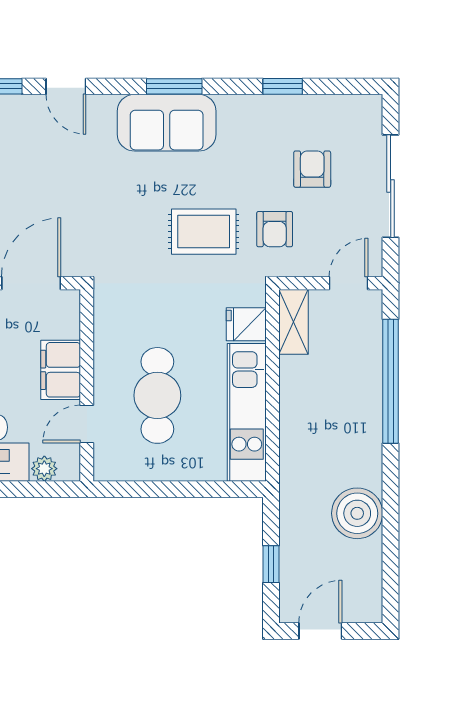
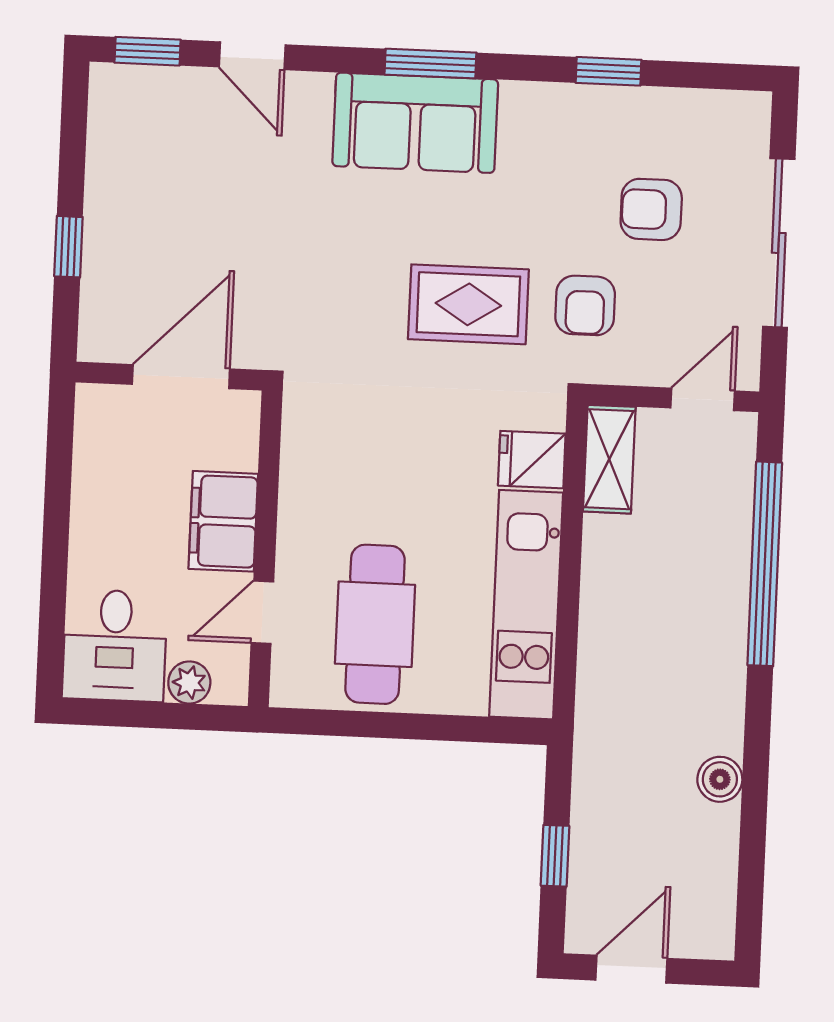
armchair: (312, 169) -> (651, 209), turned -90
cafe table: (157, 395) -> (375, 624), moved
boiler: (357, 513) -> (720, 779), width x0.54, depth x0.54

